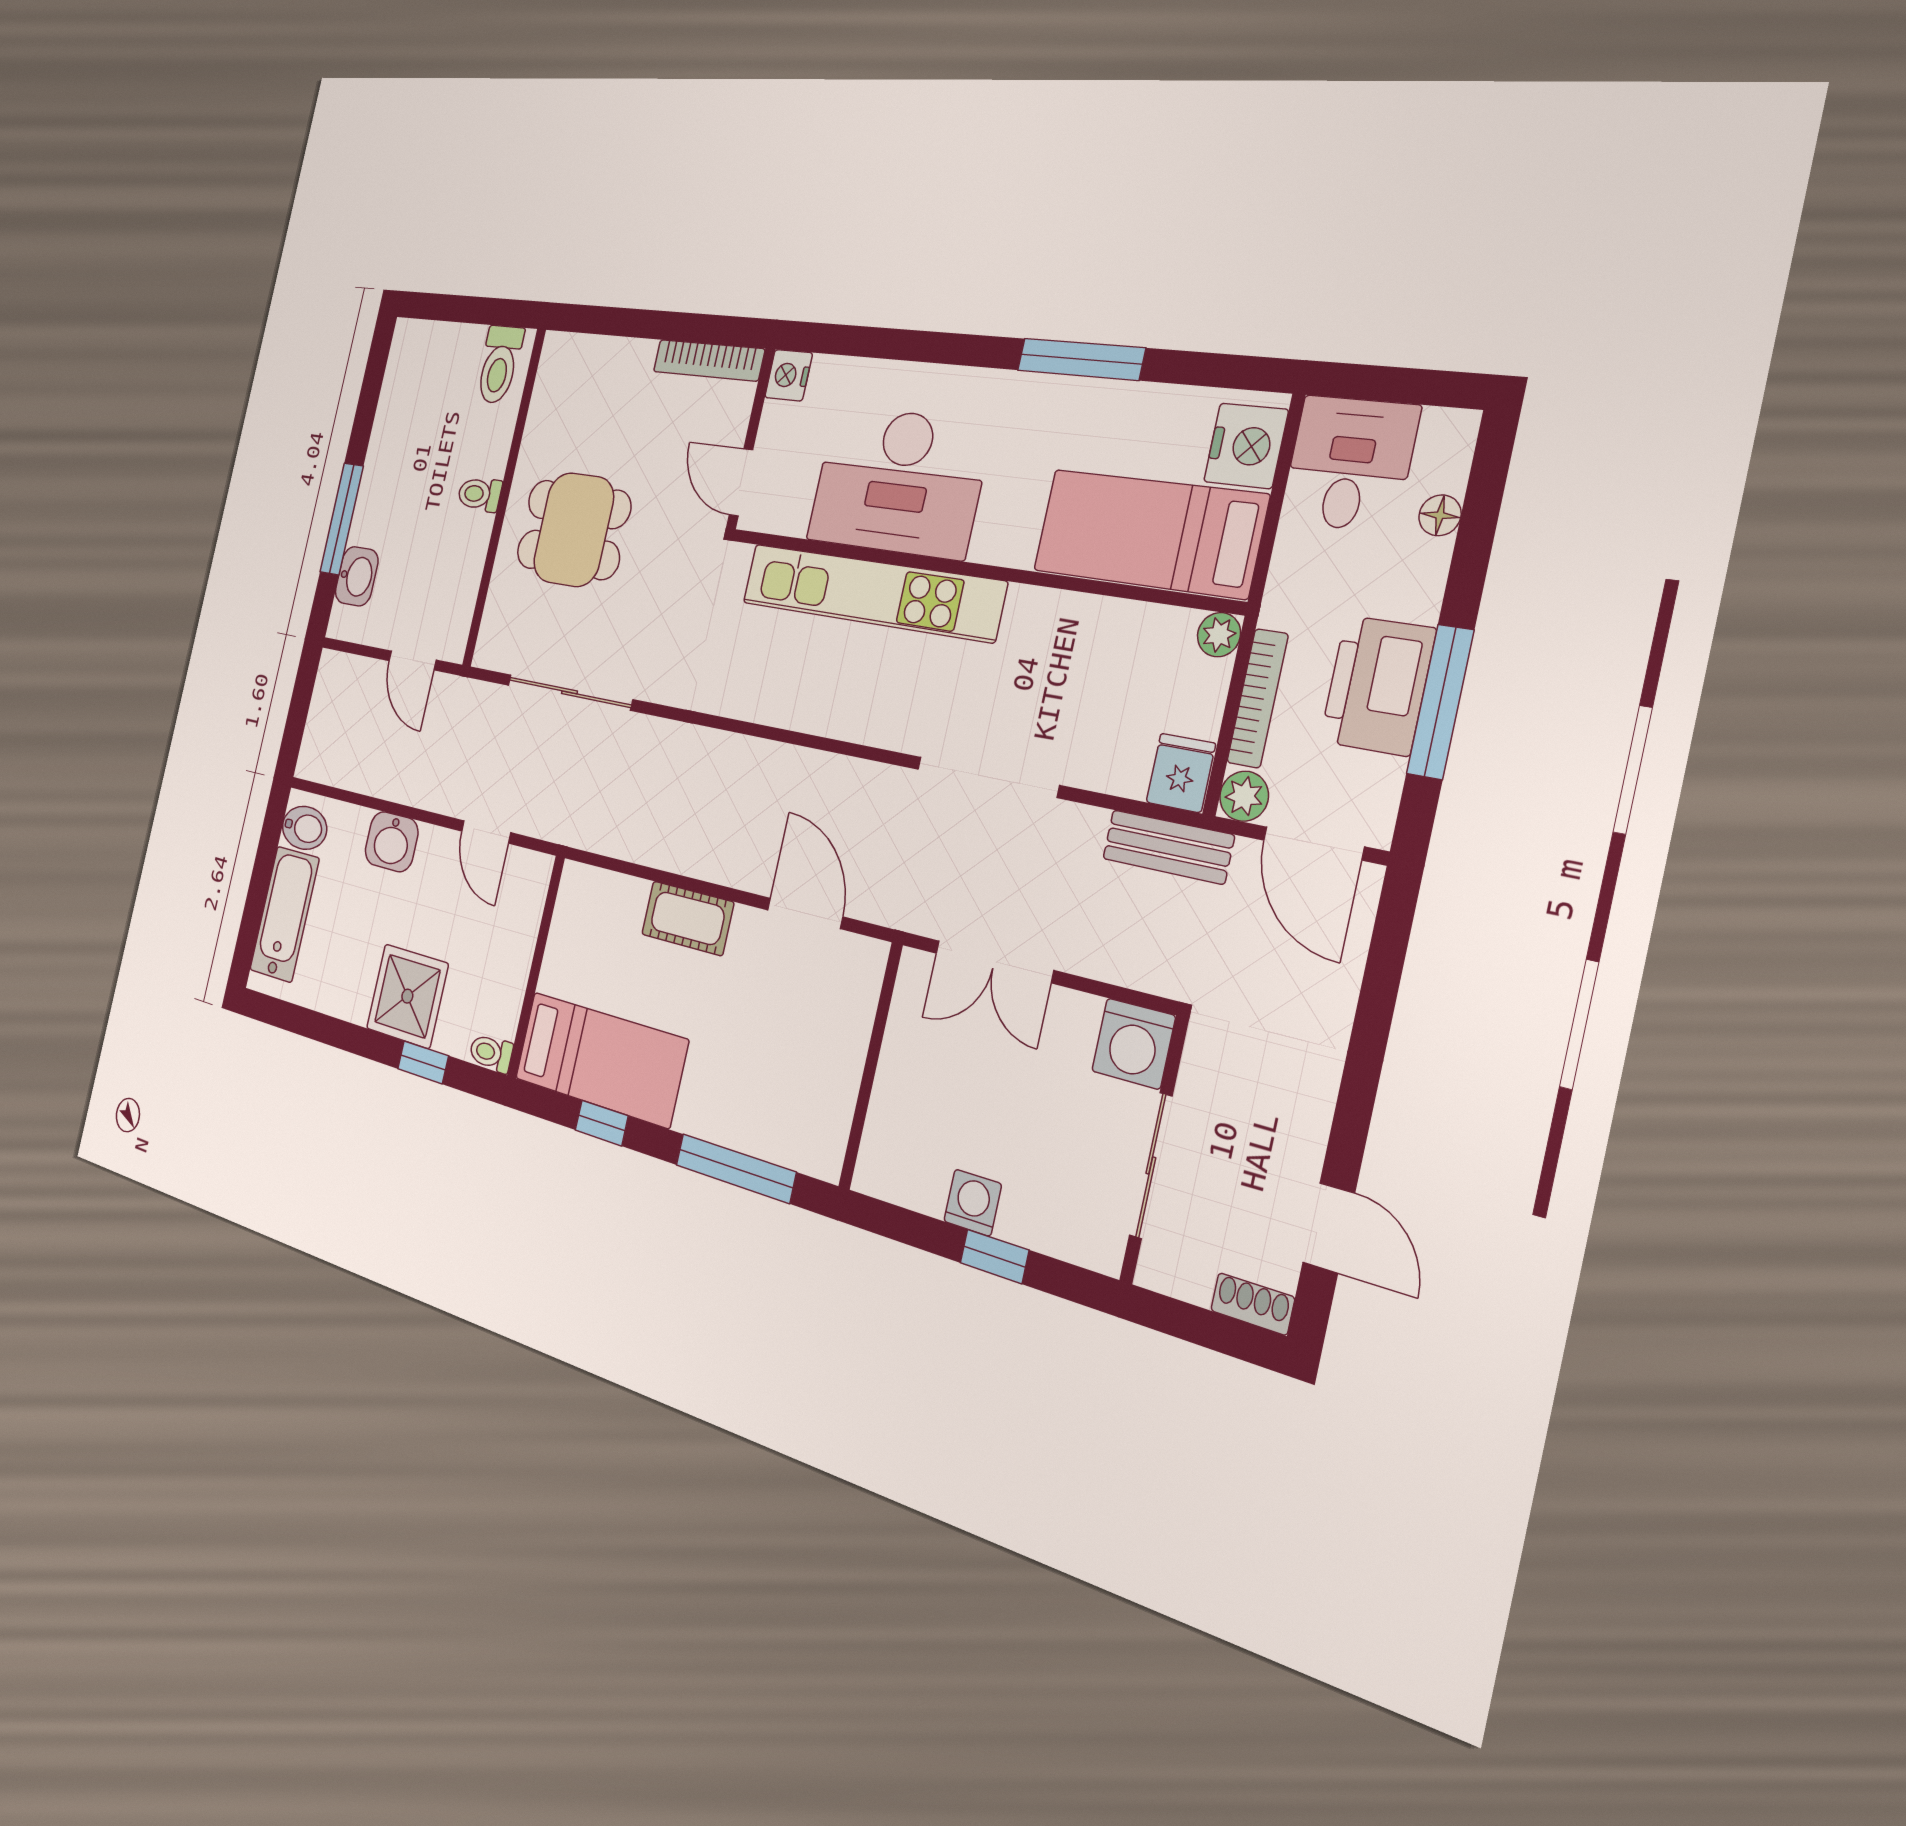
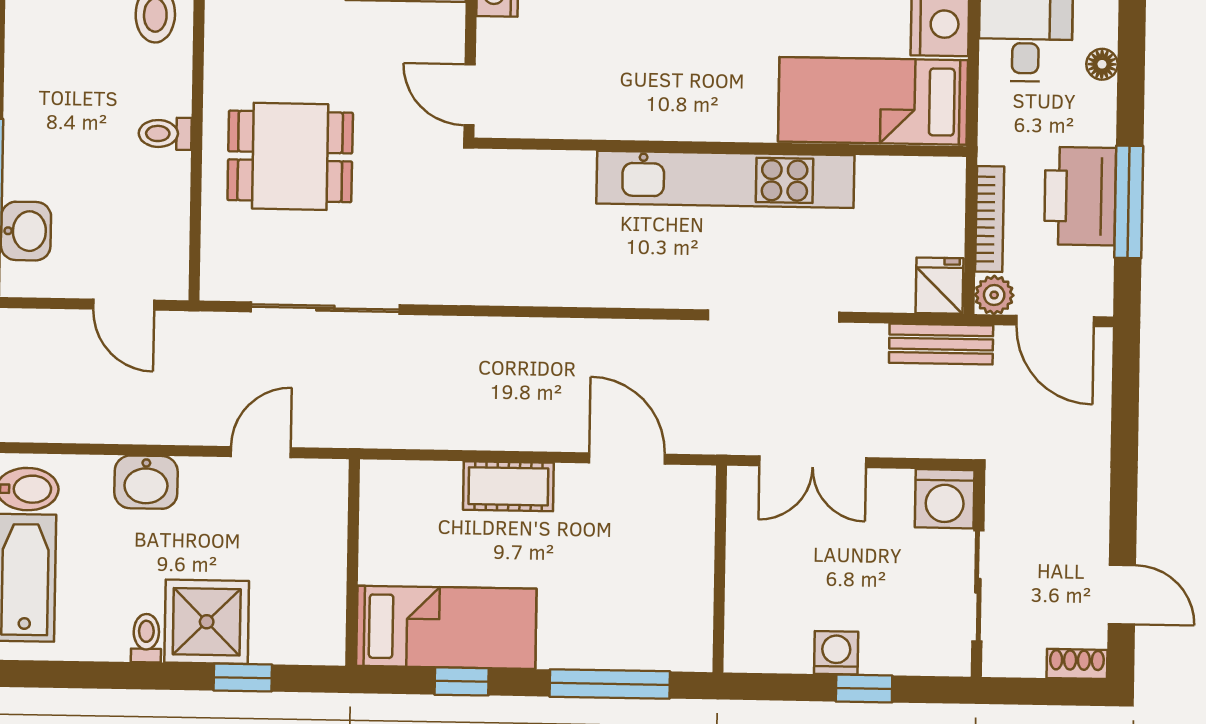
desk: (899, 482) -> (633, 80), removed
kitchen unit: (871, 592) -> (725, 179), moved
plant: (1219, 635) -> (948, 174), removed
door: (486, 832) -> (261, 452), swing flipped
toilet: (491, 1053) -> (146, 638), moved, turned 90

